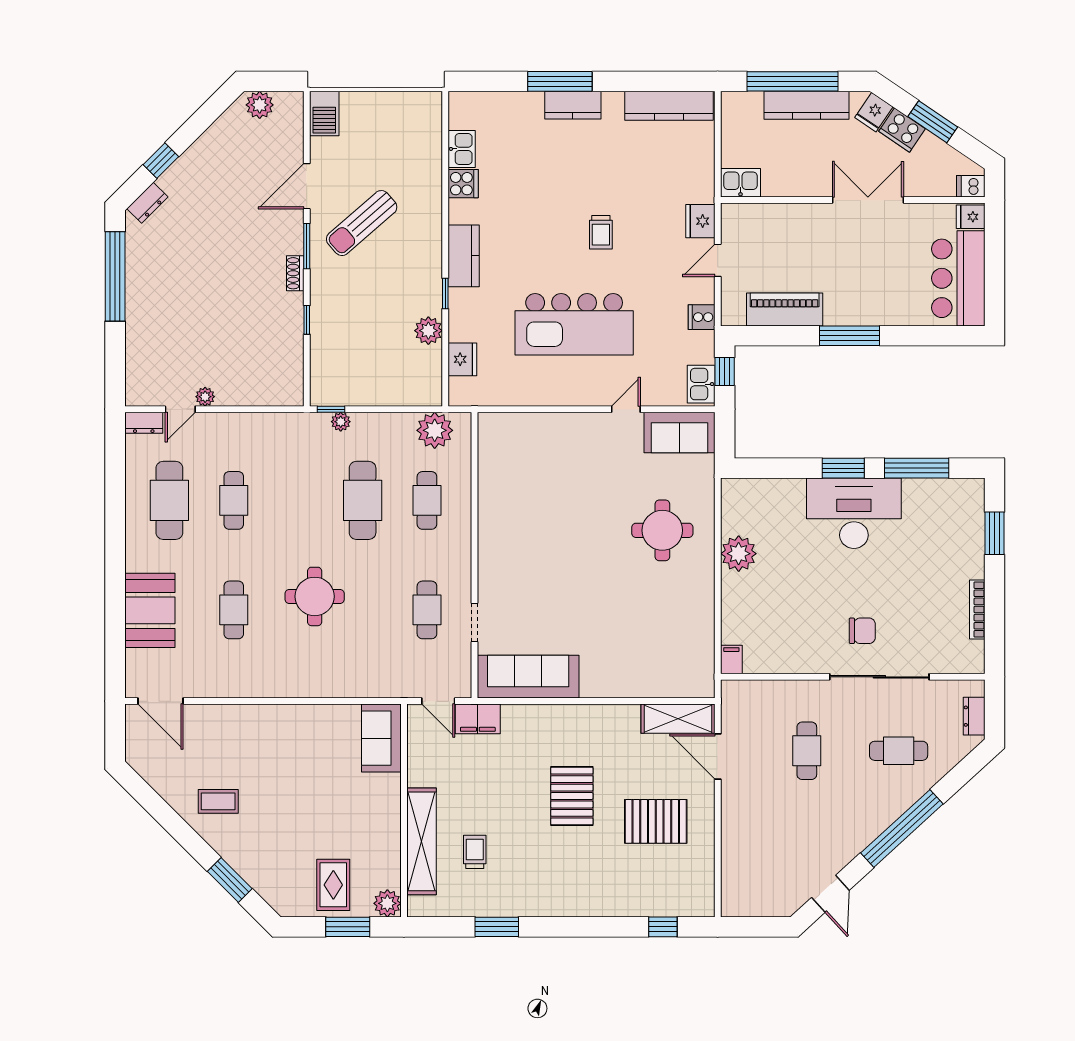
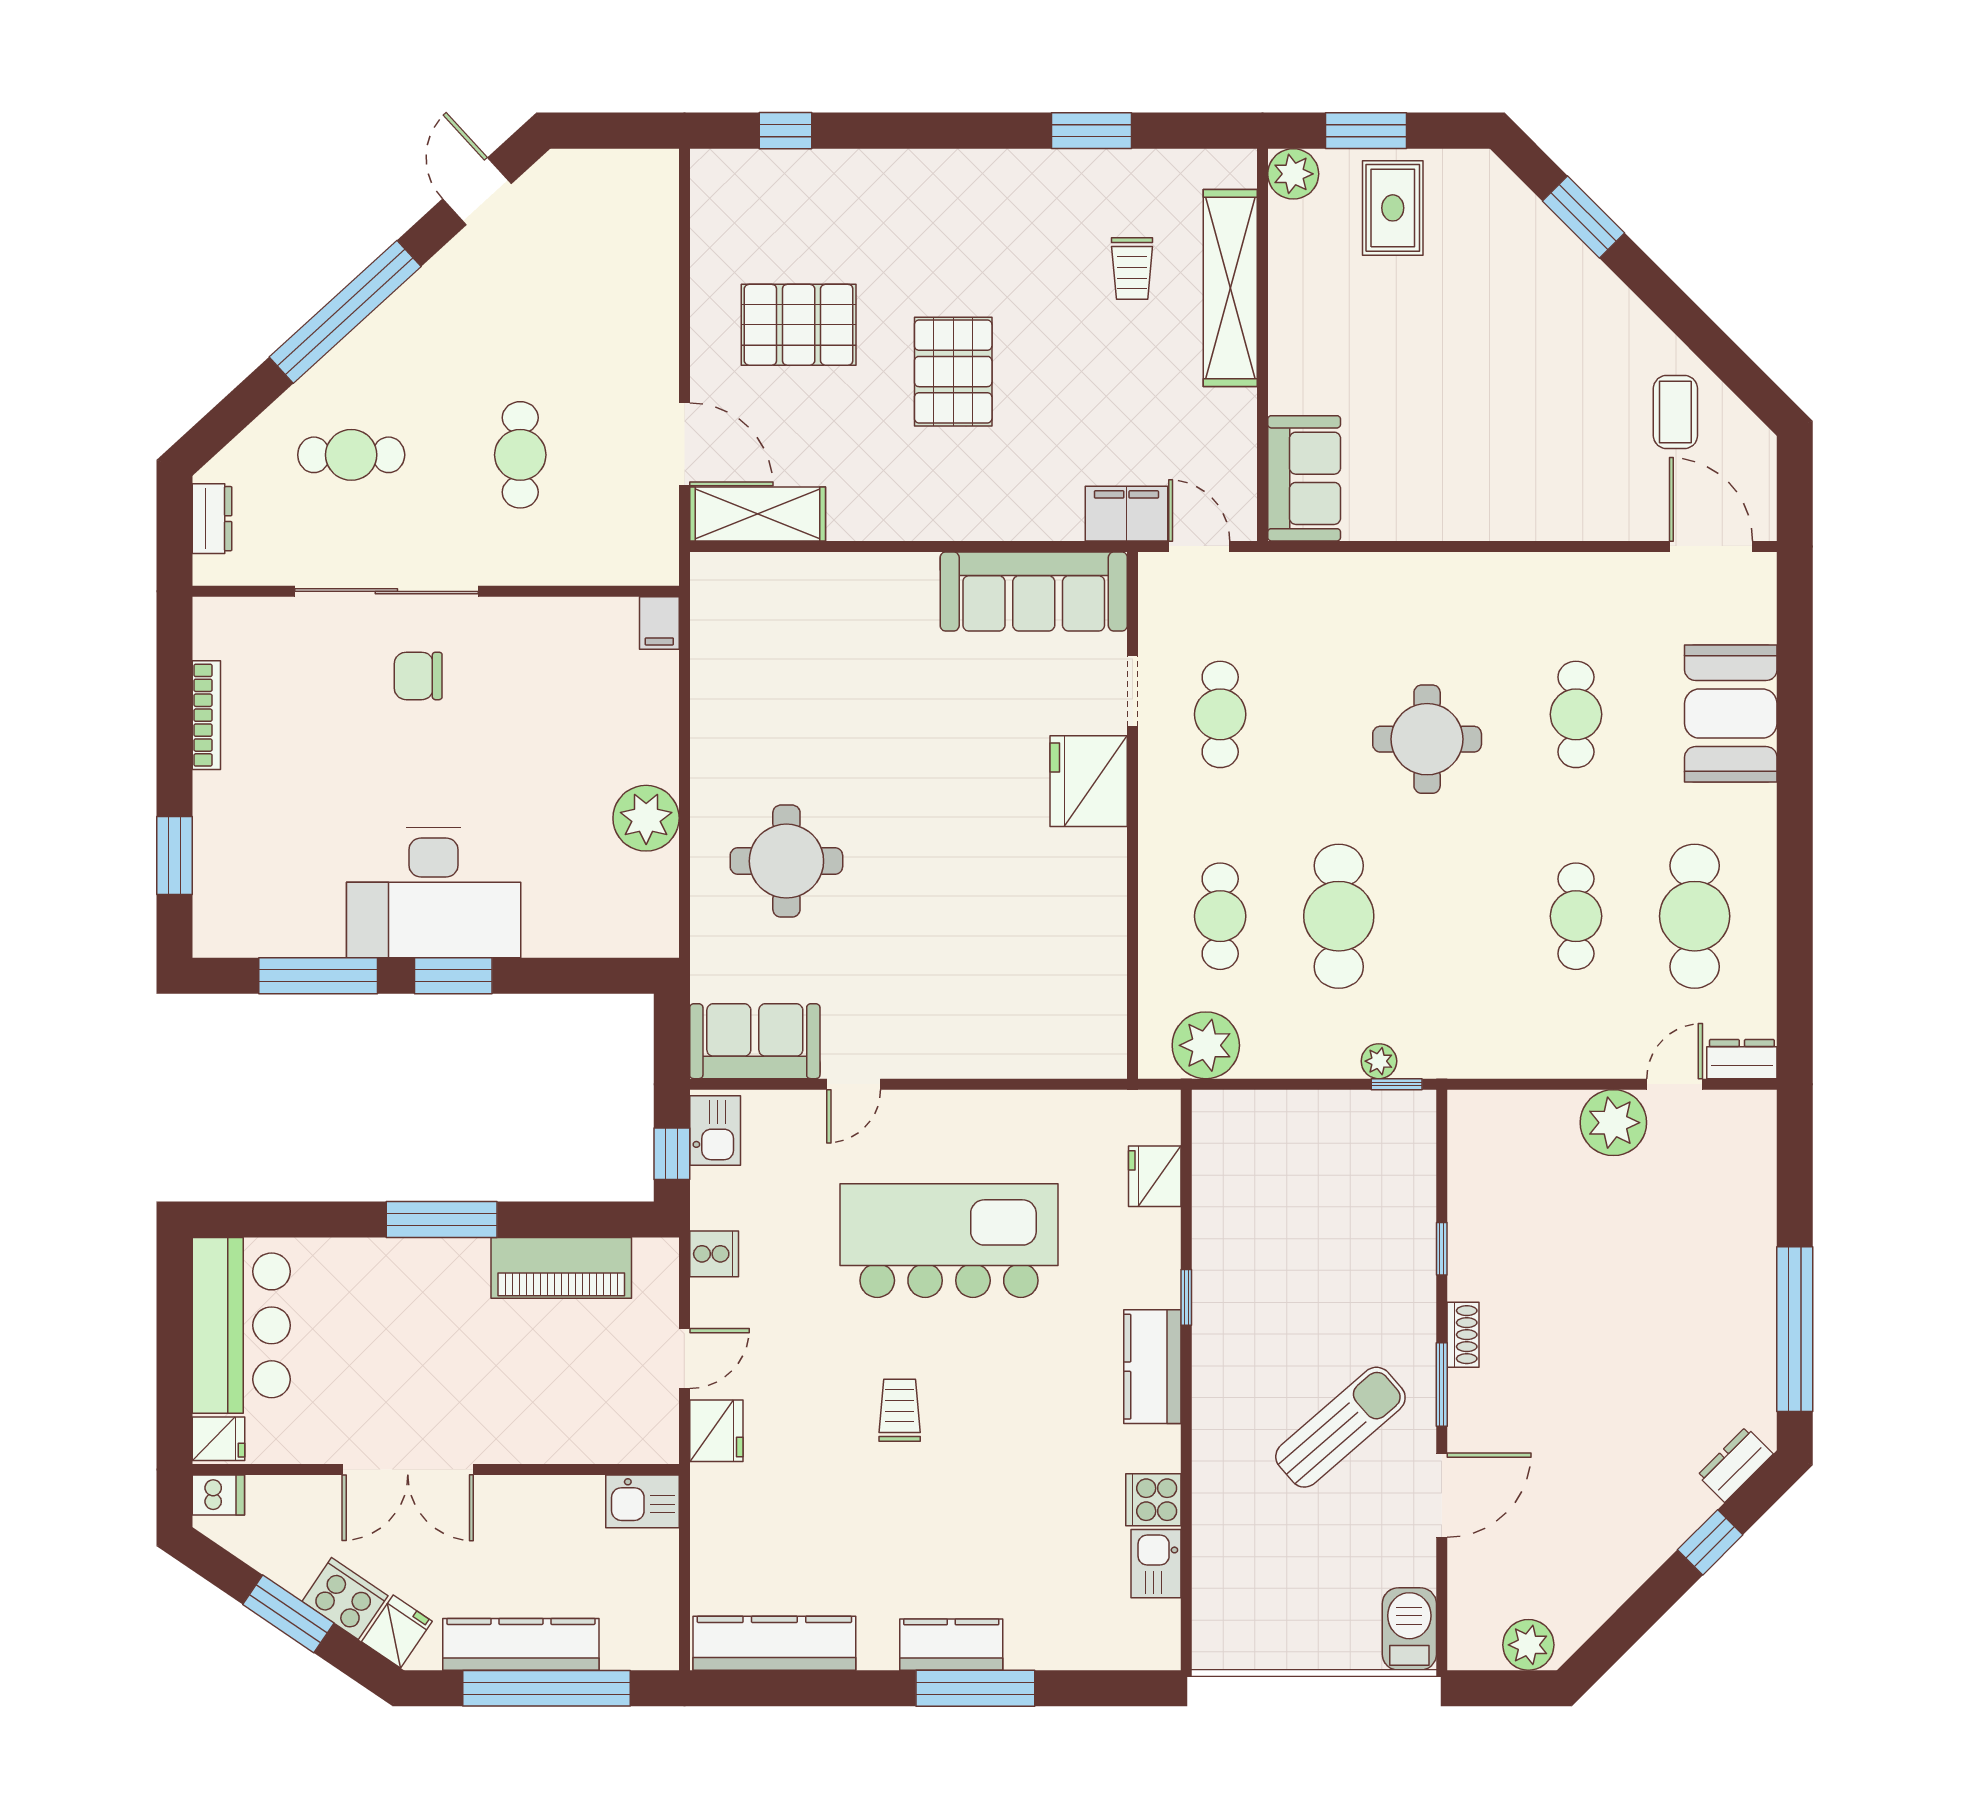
plant: (428, 331) -> (1217, 1229), removed
plant: (205, 397) -> (1613, 1123), width x1.88, depth x1.88
fridge: (498, 574) -> (1089, 781), added
coffee table: (218, 801) -> (1675, 412), moved, turned 90

